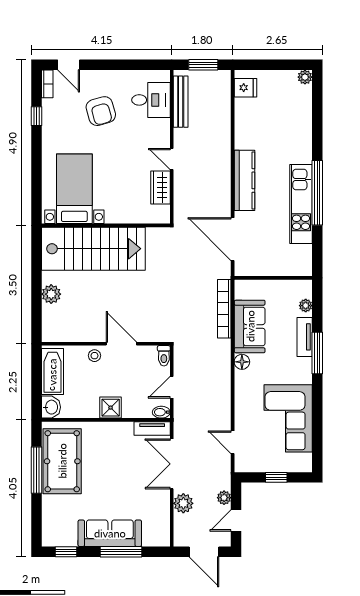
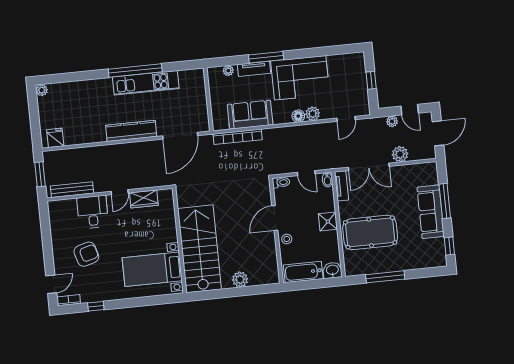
desk: (151, 100) -> (93, 212), moved
floor lamp: (242, 362) -> (298, 116), moved
plant: (243, 402) -> (313, 114), added
corner sofa: (288, 418) -> (300, 78), moved
pool table: (62, 461) -> (370, 232), moved

